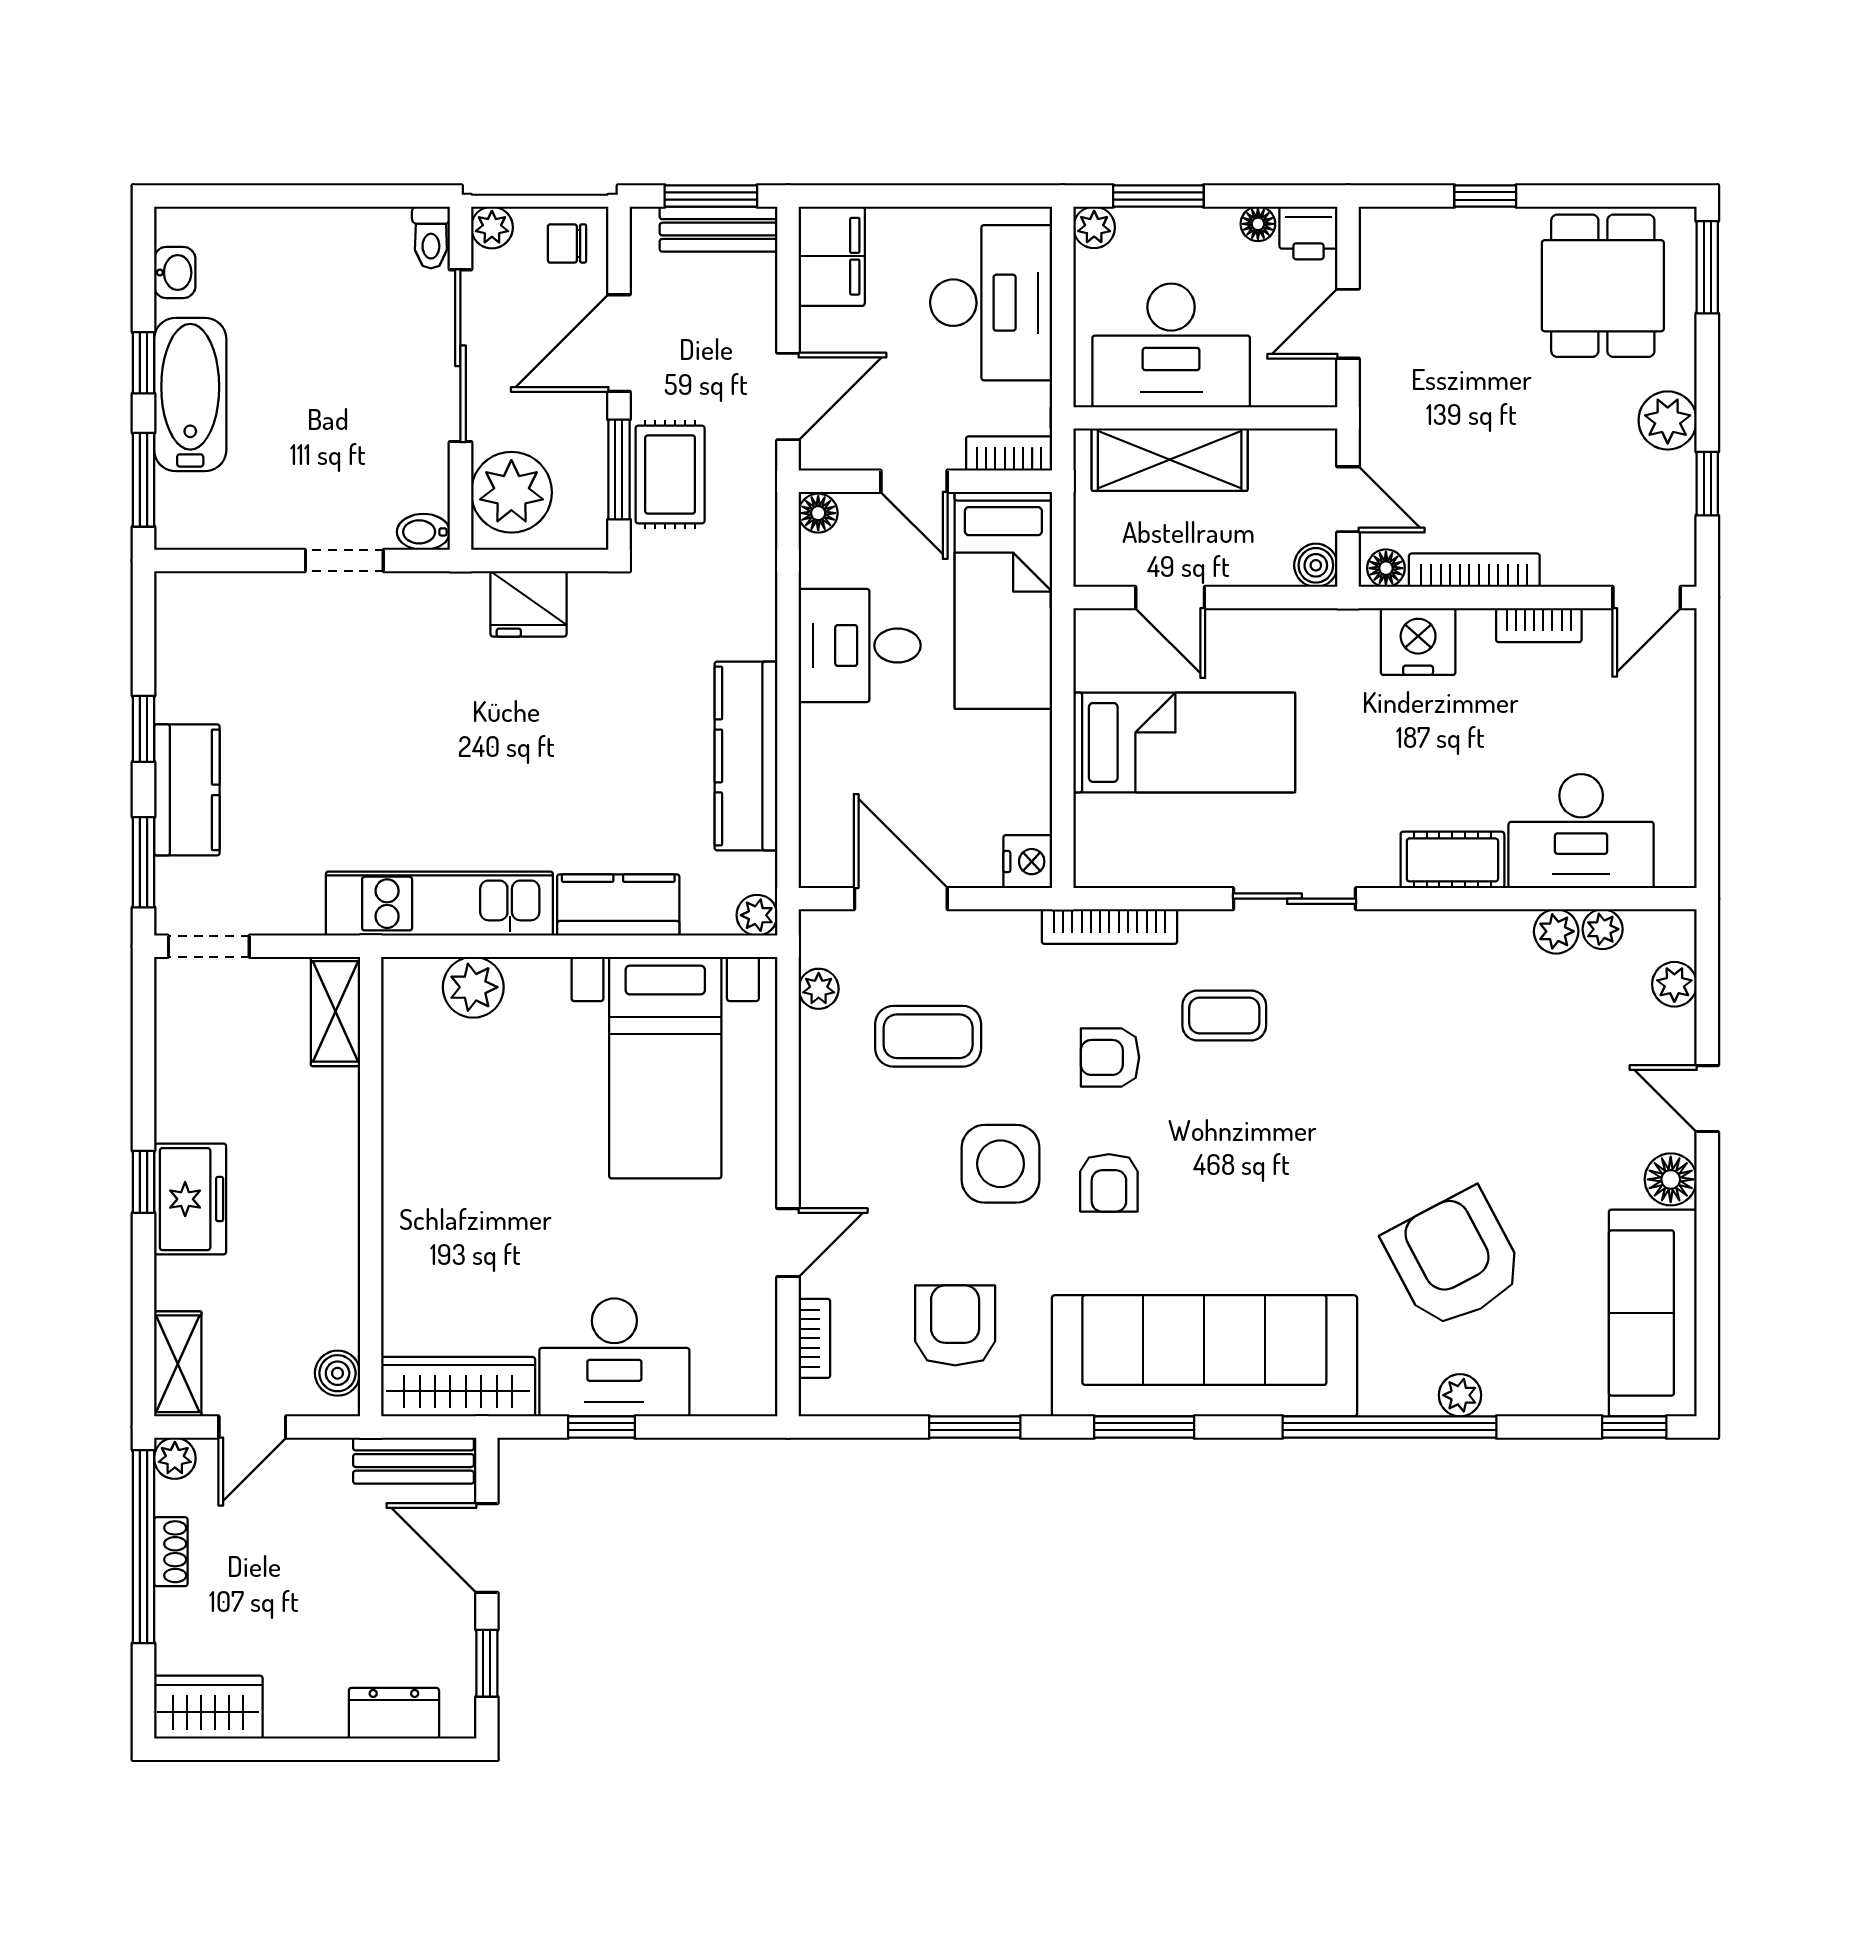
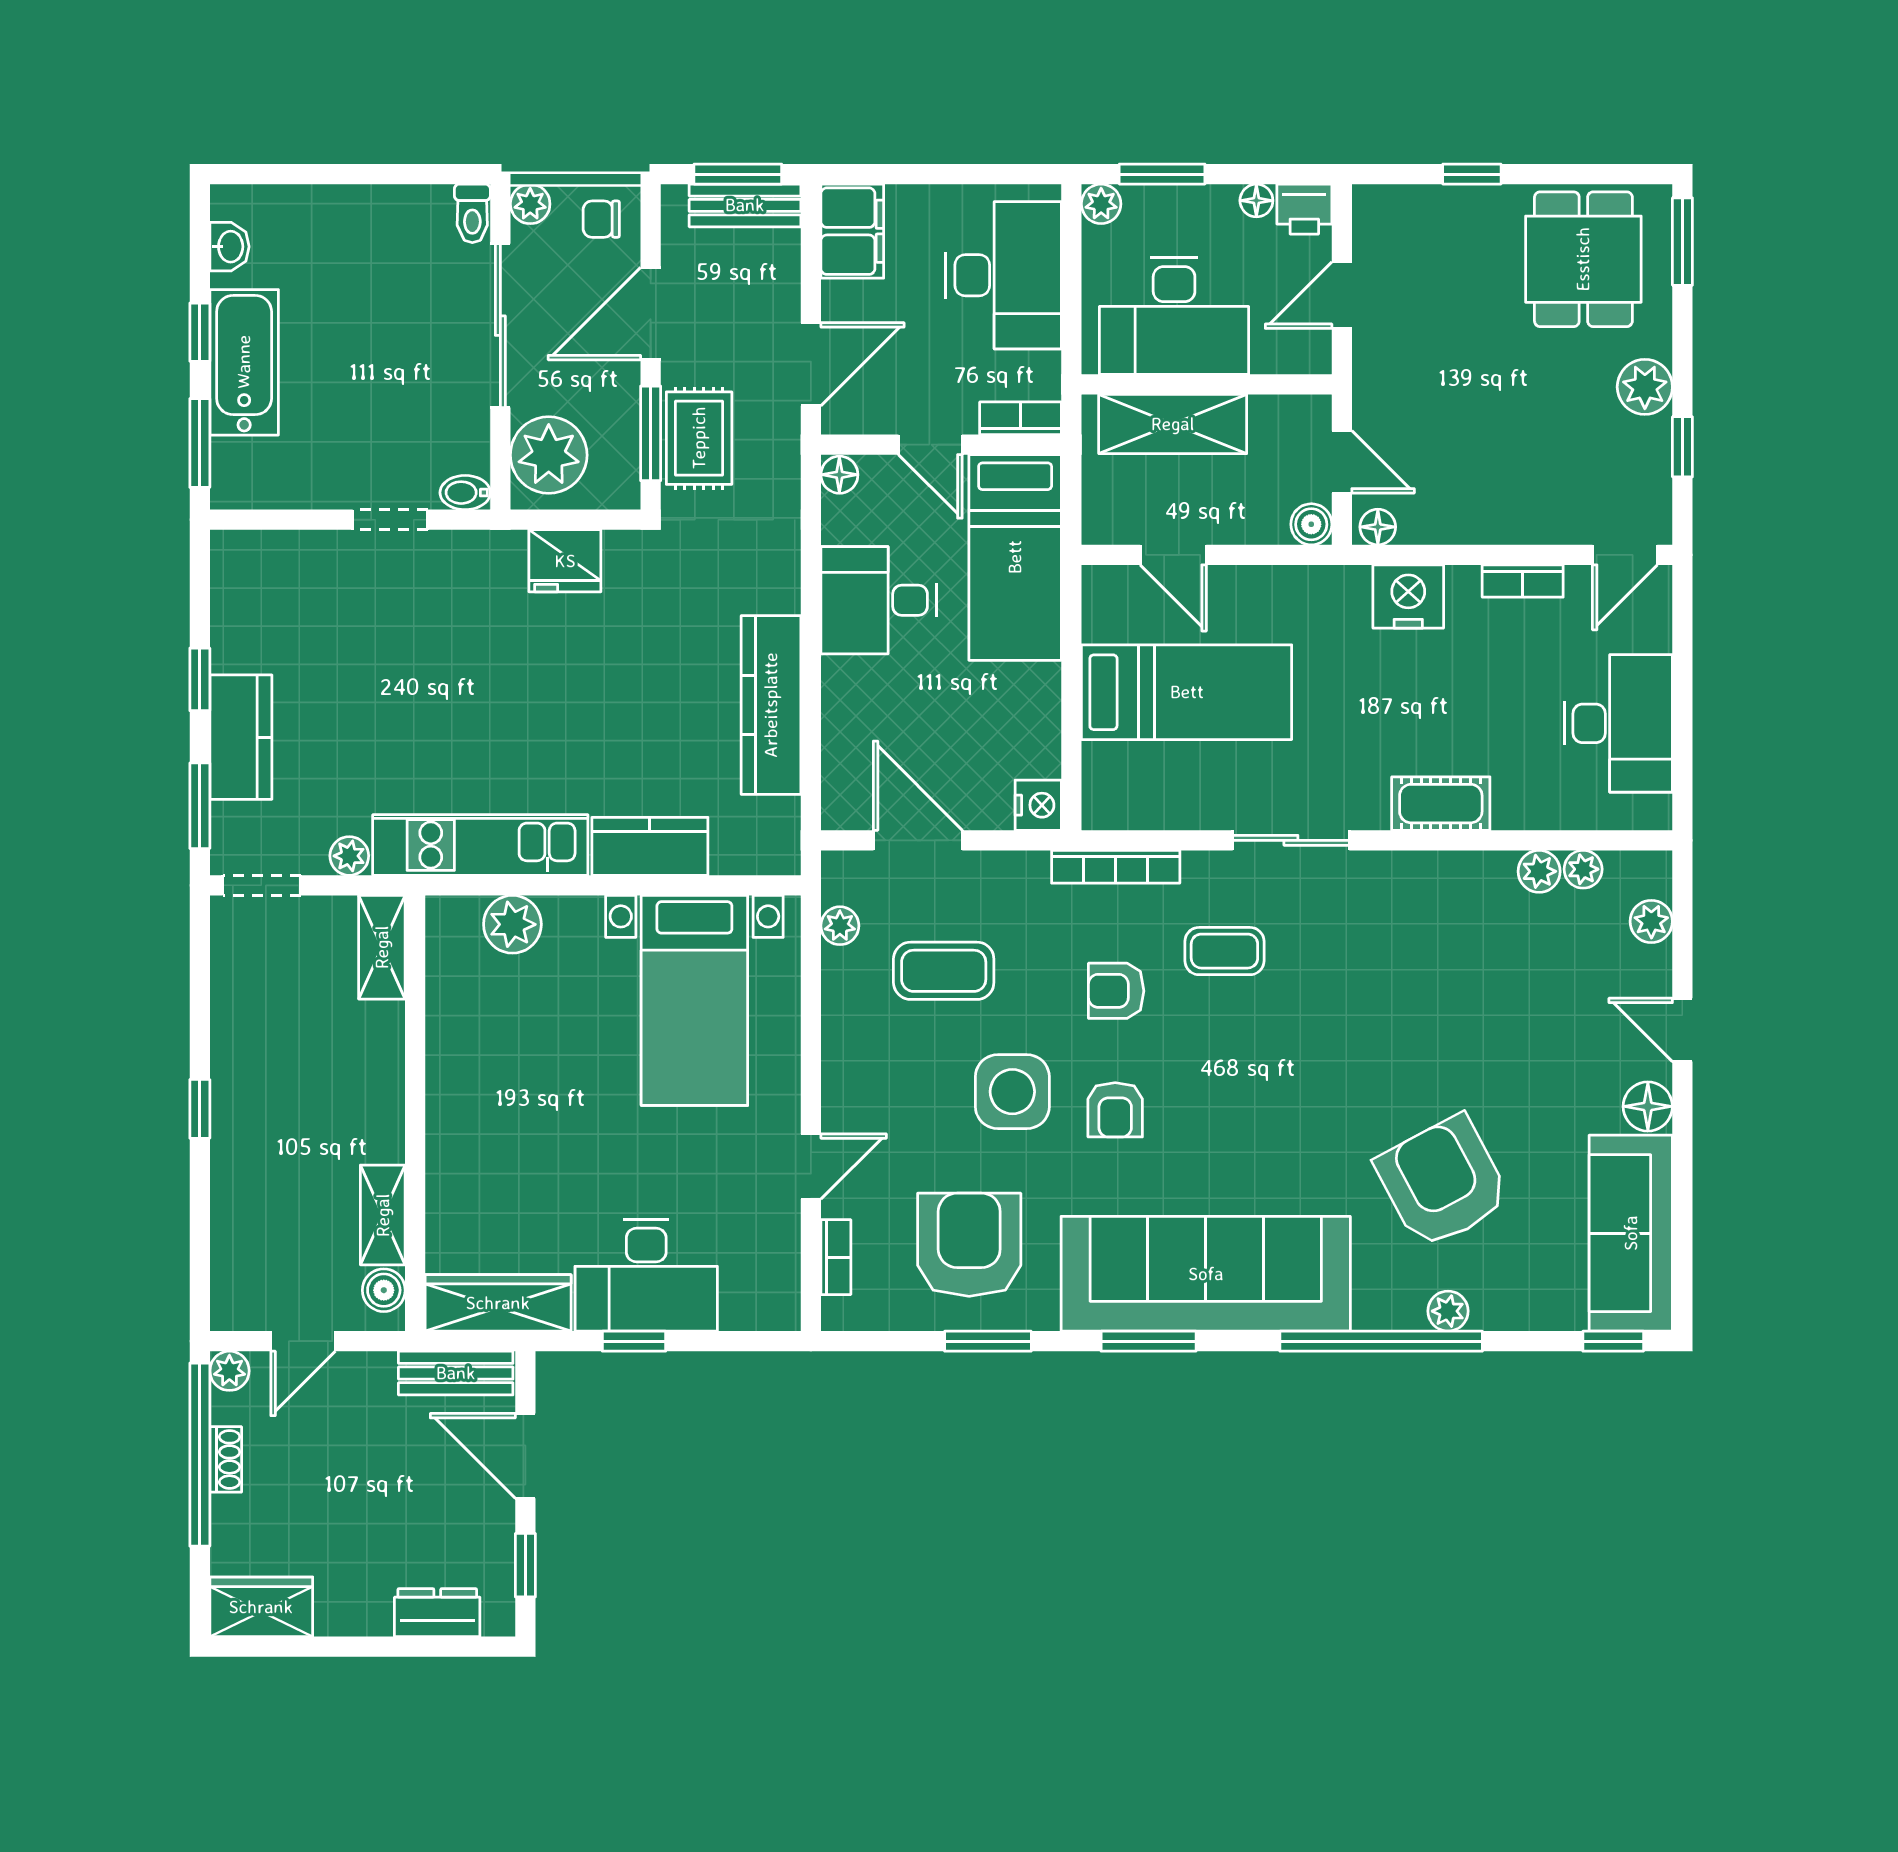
bookcase: (1474, 570) -> (1462, 529), removed
desk: (1581, 831) -> (1618, 723), moved, turned -90
plant: (757, 915) -> (349, 856), moved
freezer: (190, 1199) -> (244, 1125), removed
armchair: (955, 1325) -> (969, 1245), width x1.36, depth x1.36
shelving: (178, 1364) -> (383, 1215), moved

